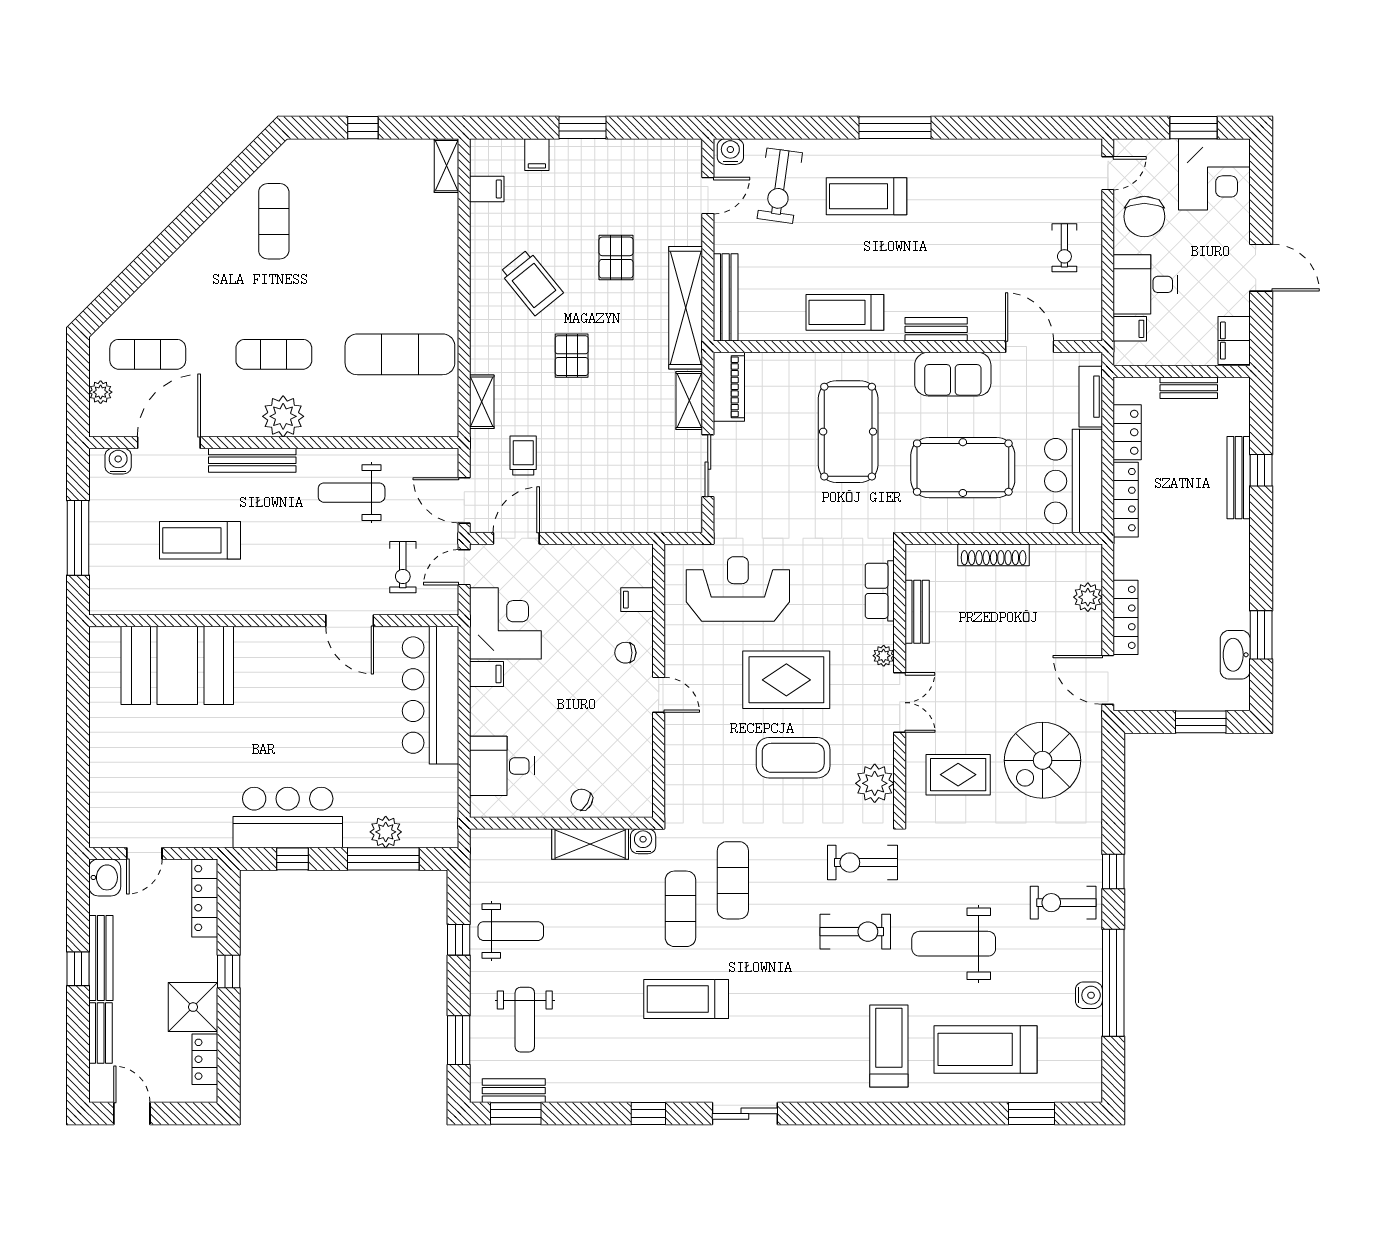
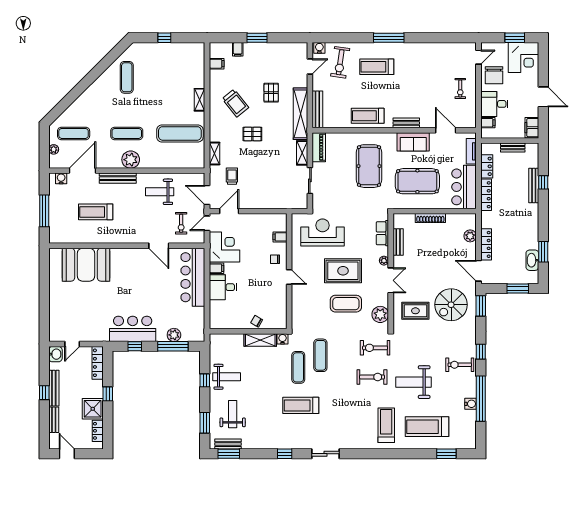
shelving: (446, 166) -> (200, 100), moved
pallet: (572, 356) -> (252, 134), turned 90
window: (1113, 763) -> (481, 306), added
desk: (502, 766) -> (223, 287), moved
weight bench: (525, 1020) -> (233, 414), turned 180

